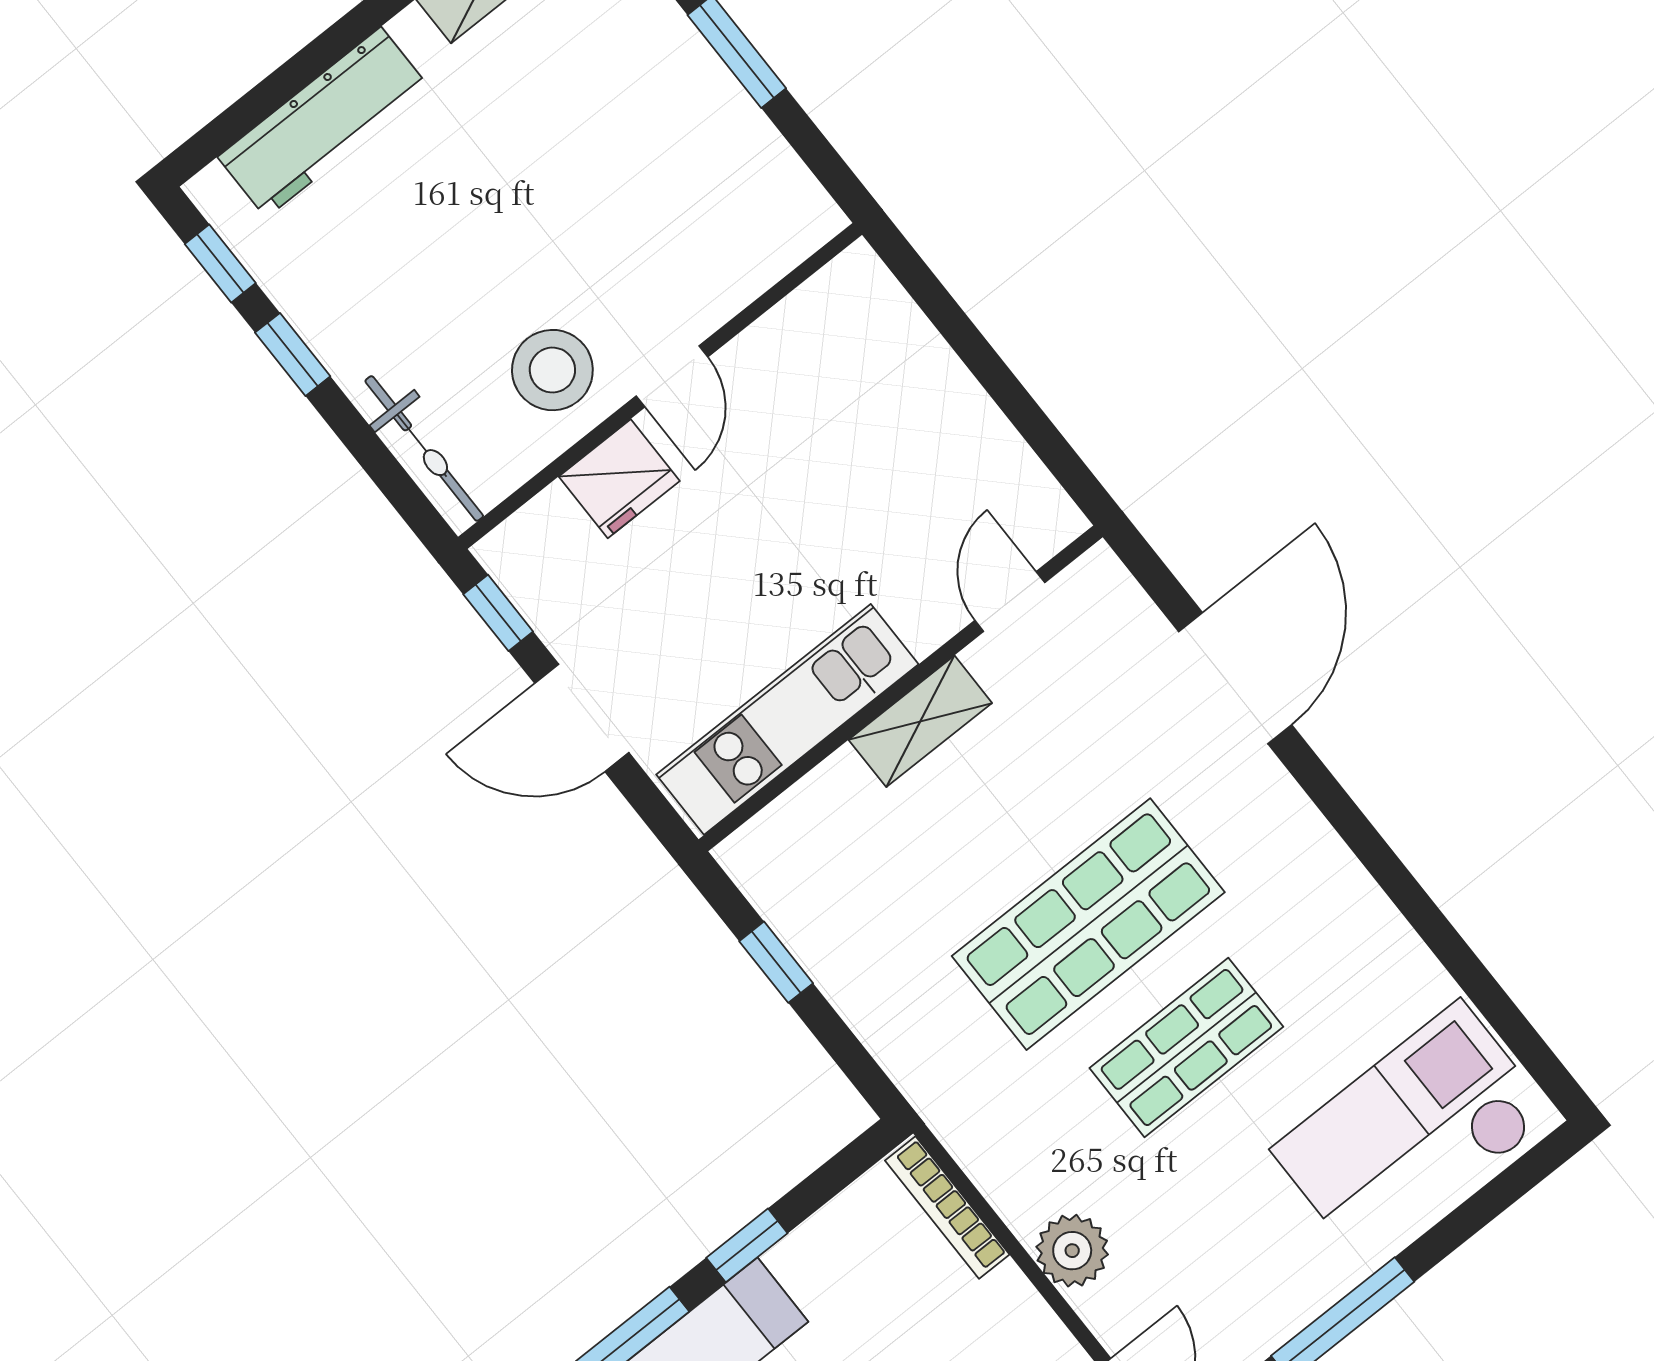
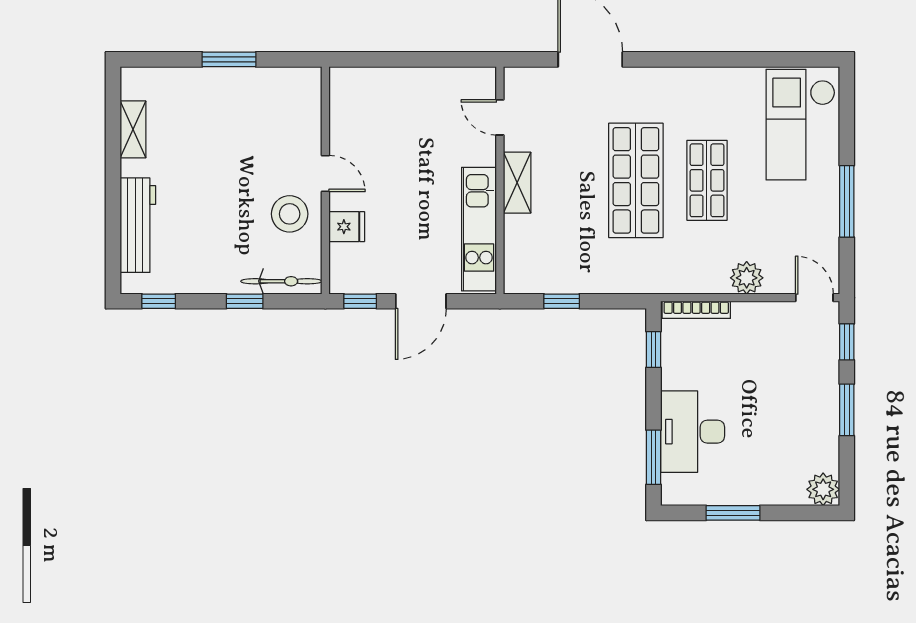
window: (293, 354) -> (245, 301), moved
fridge: (619, 479) -> (347, 227), width x0.72
window: (747, 1245) -> (653, 350), moved

